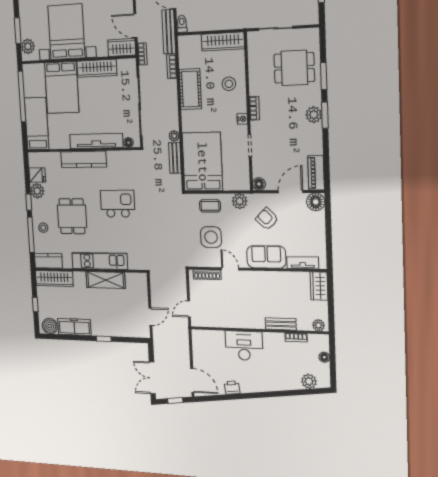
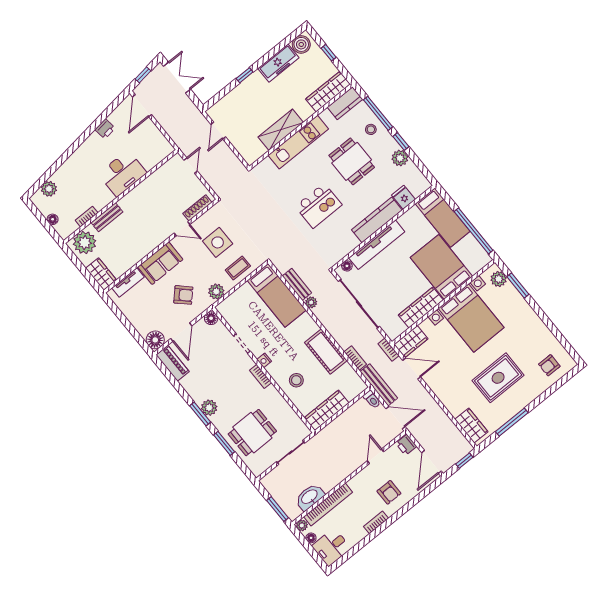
bed: (202, 162) -> (277, 295), width x0.67
fridge: (37, 175) -> (403, 197), moved, turned 90
plant: (319, 325) -> (85, 243), width x1.88, depth x1.88
door: (192, 380) -> (142, 106), hinge flipped

